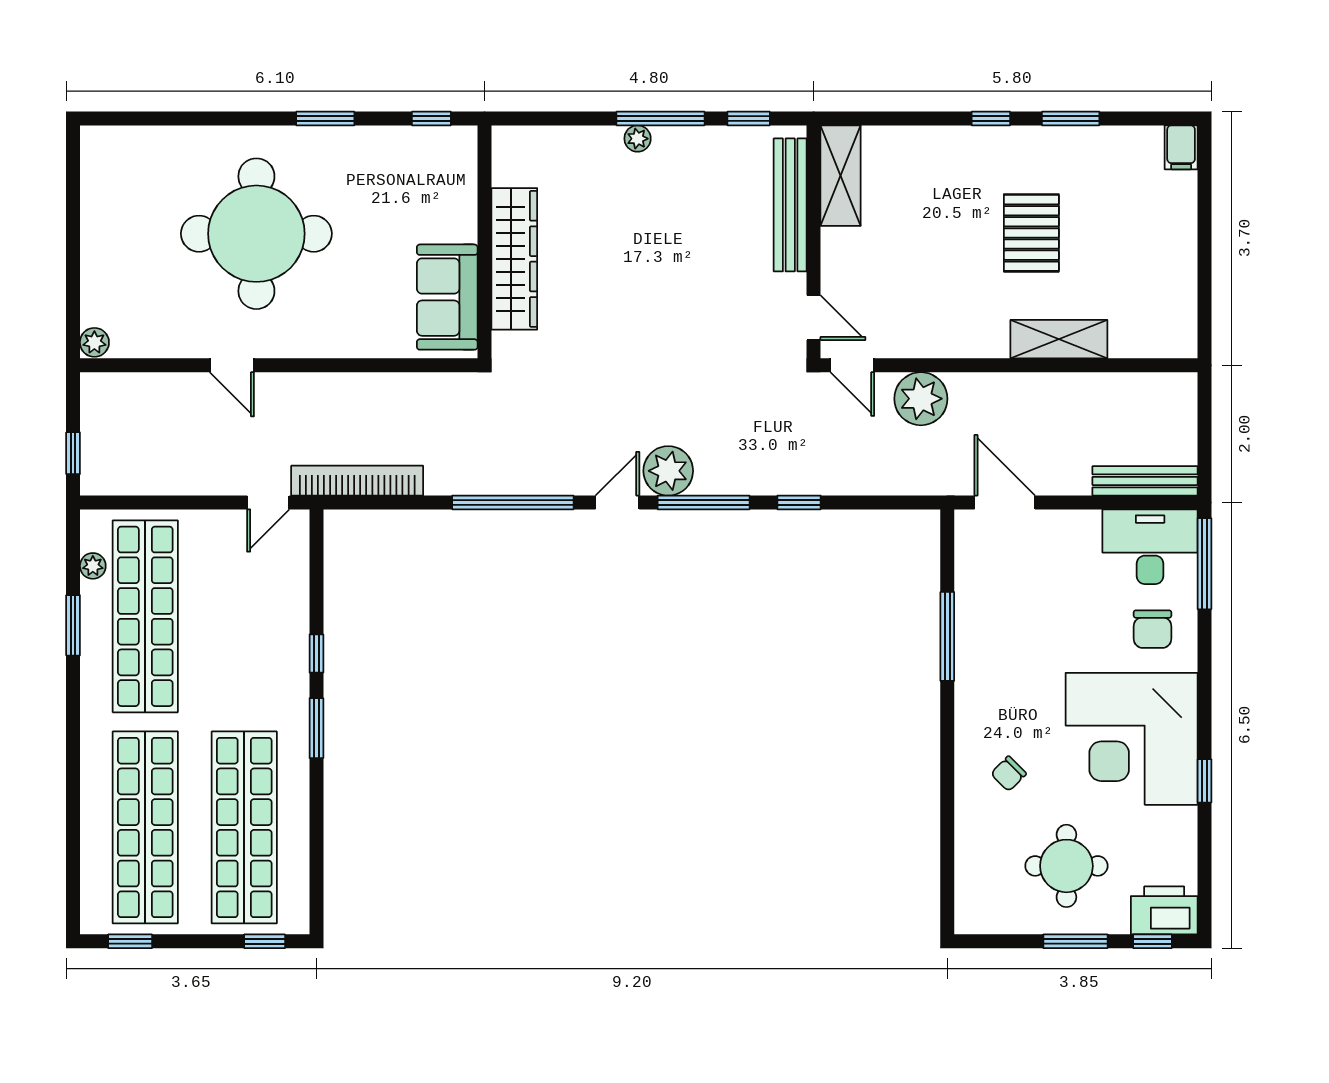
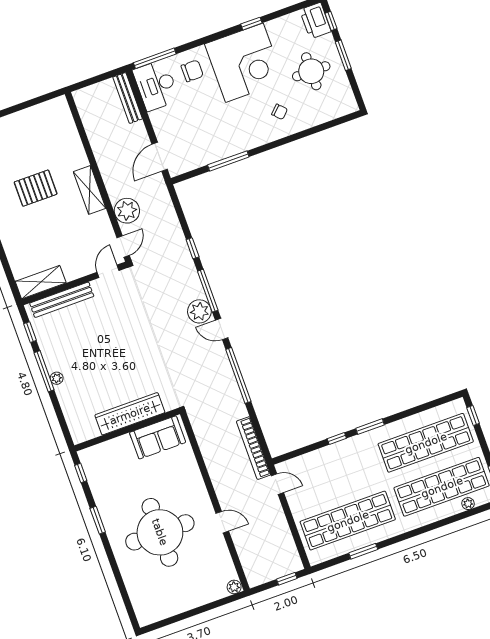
shelving: (1059, 339) -> (90, 190), moved
door: (232, 365) -> (222, 522), hinge flipped
plant: (93, 566) -> (468, 504), moved

